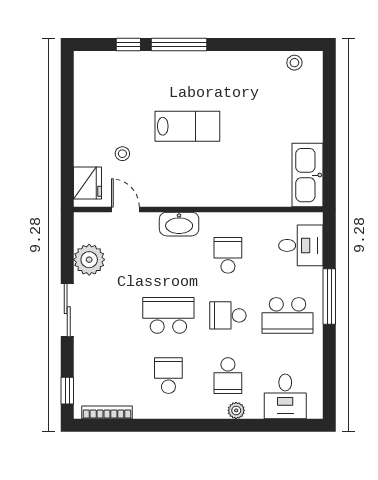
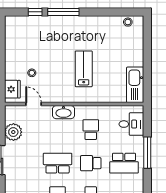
lab bench: (187, 126) -> (84, 69), moved, turned -90

